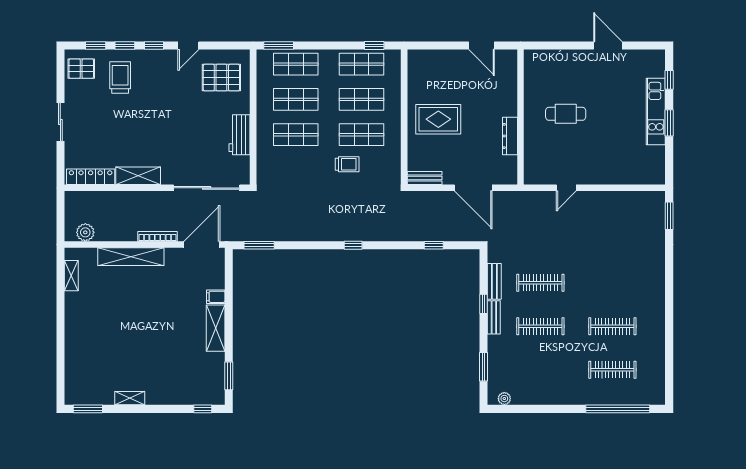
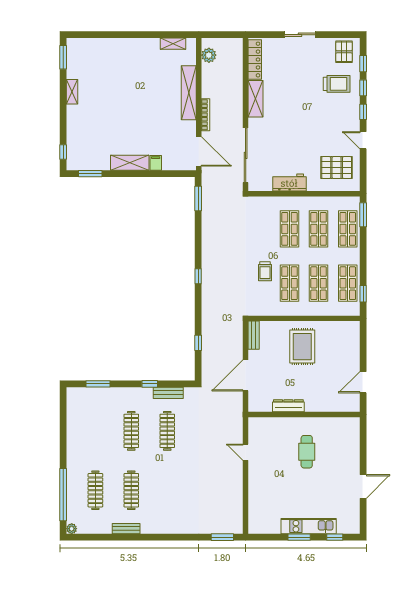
pallet: (221, 78) -> (337, 168), turned 90
bench: (494, 317) -> (126, 529), moved
plant: (504, 399) -> (72, 529), moved

